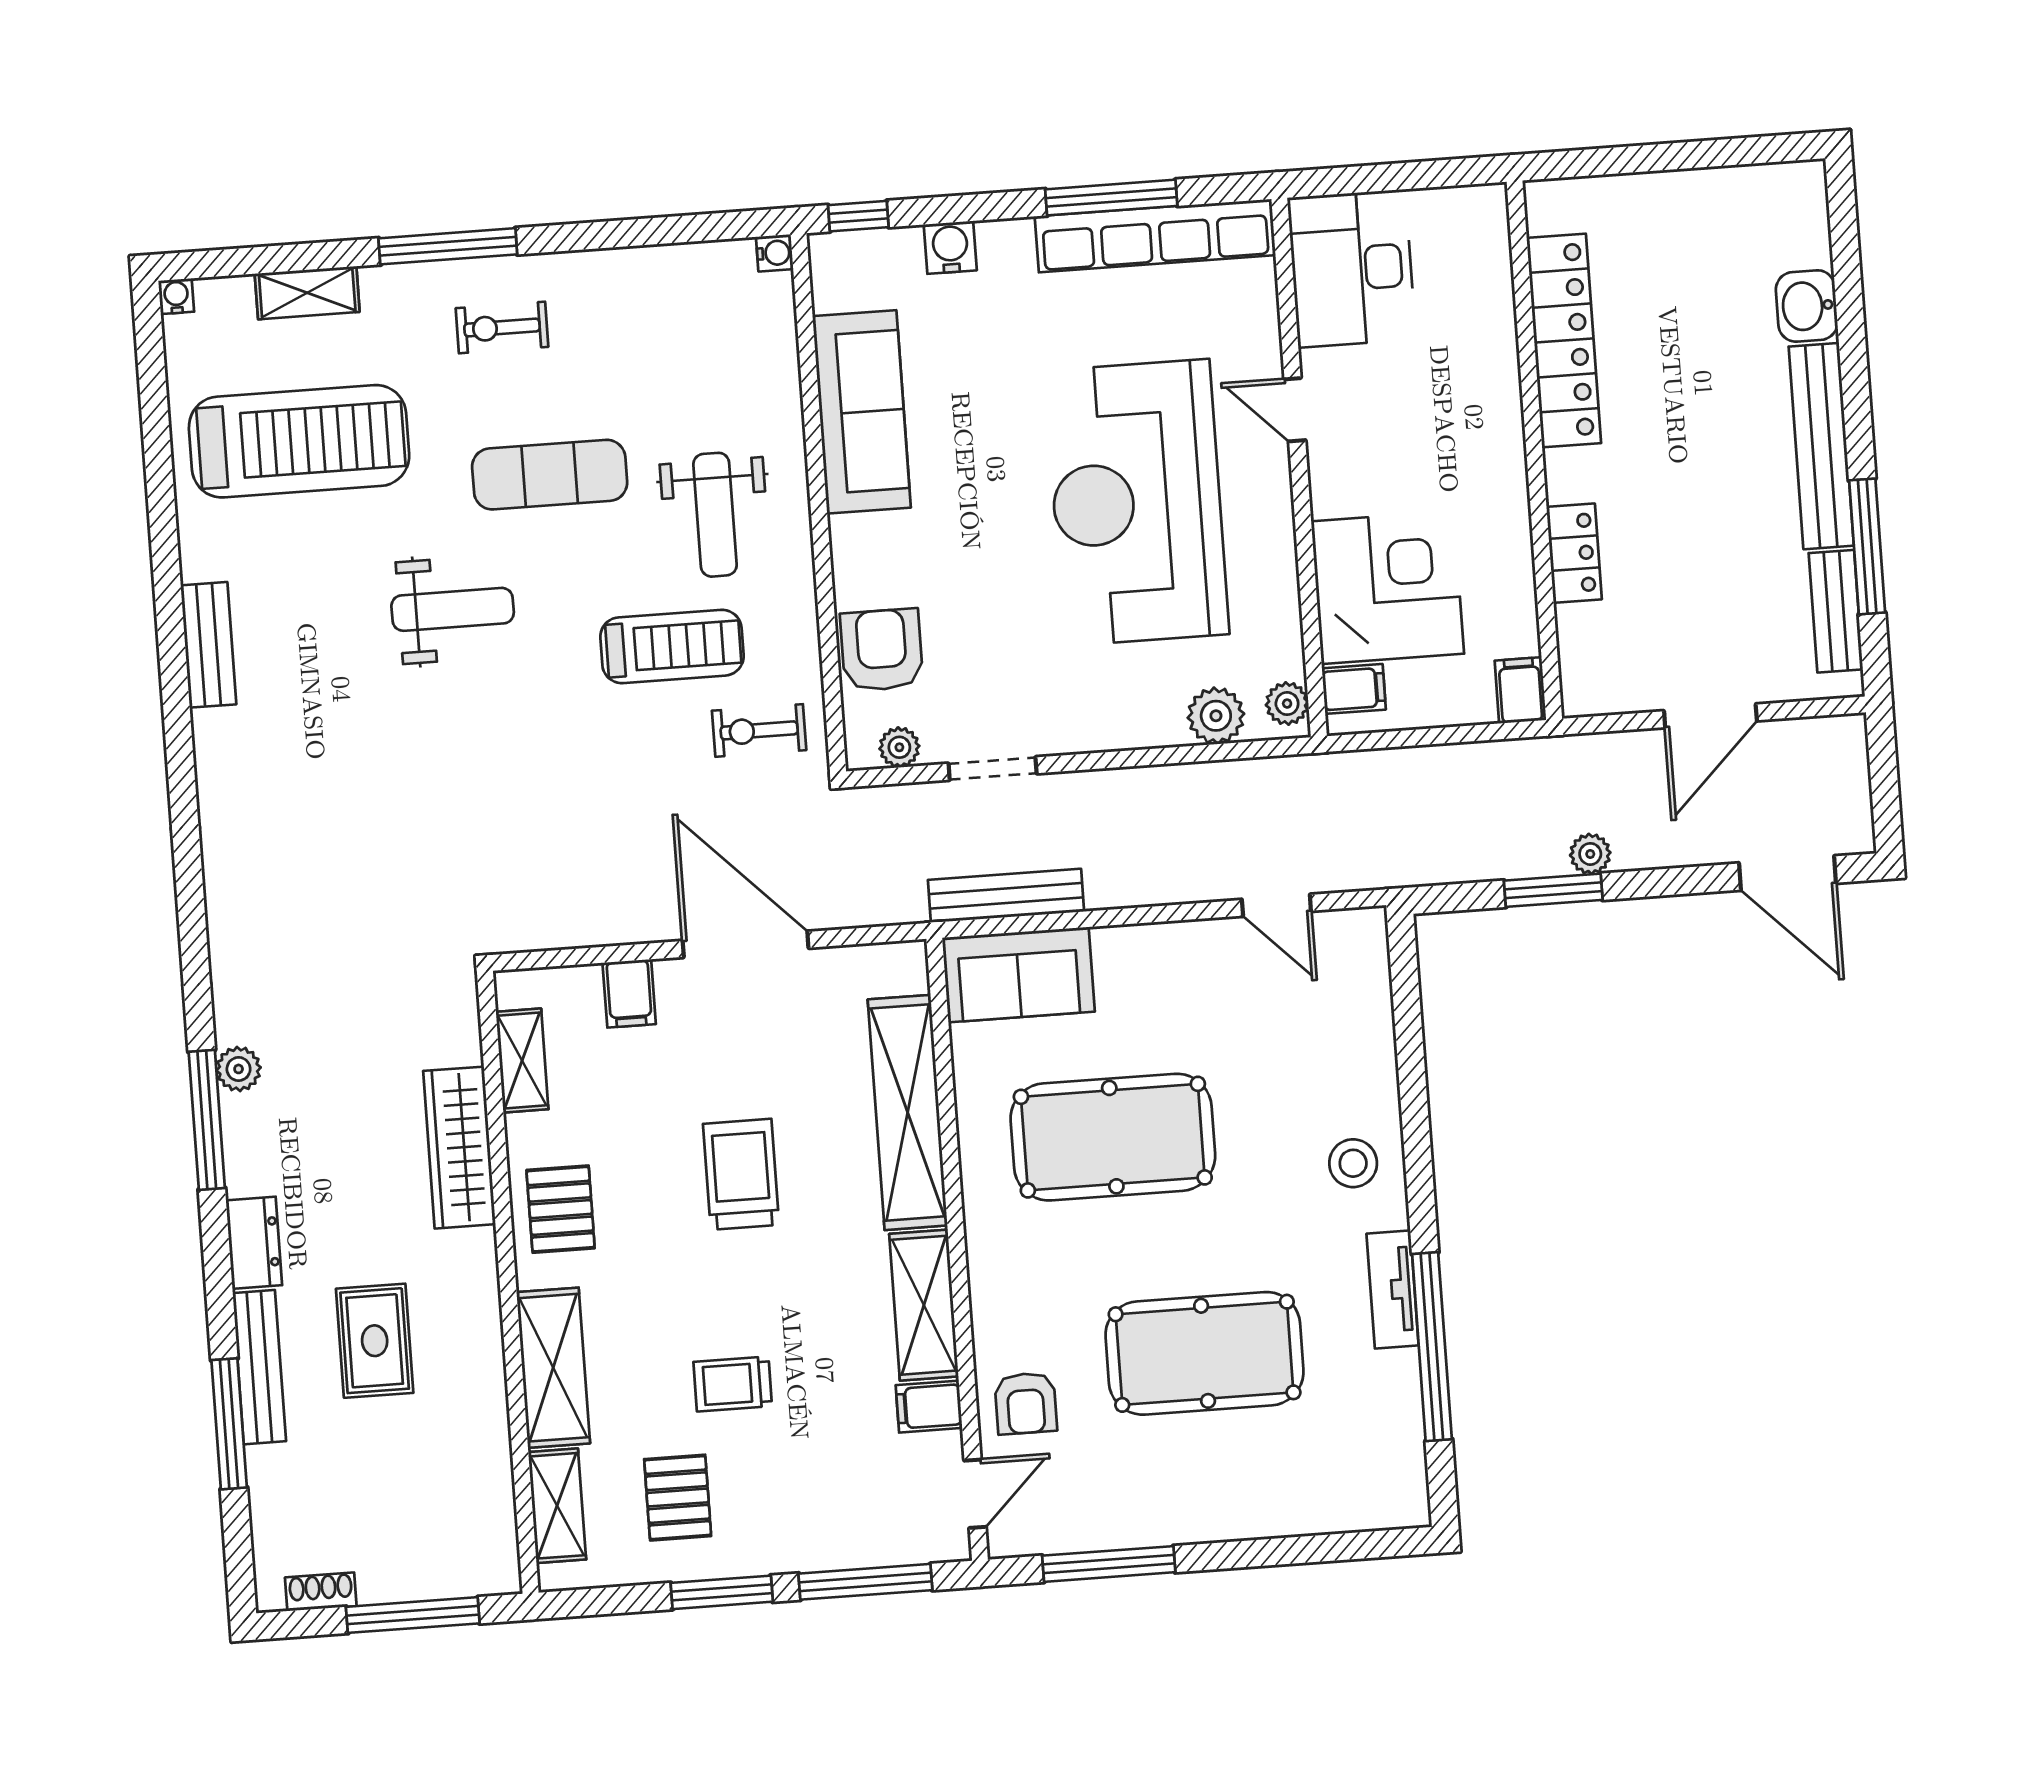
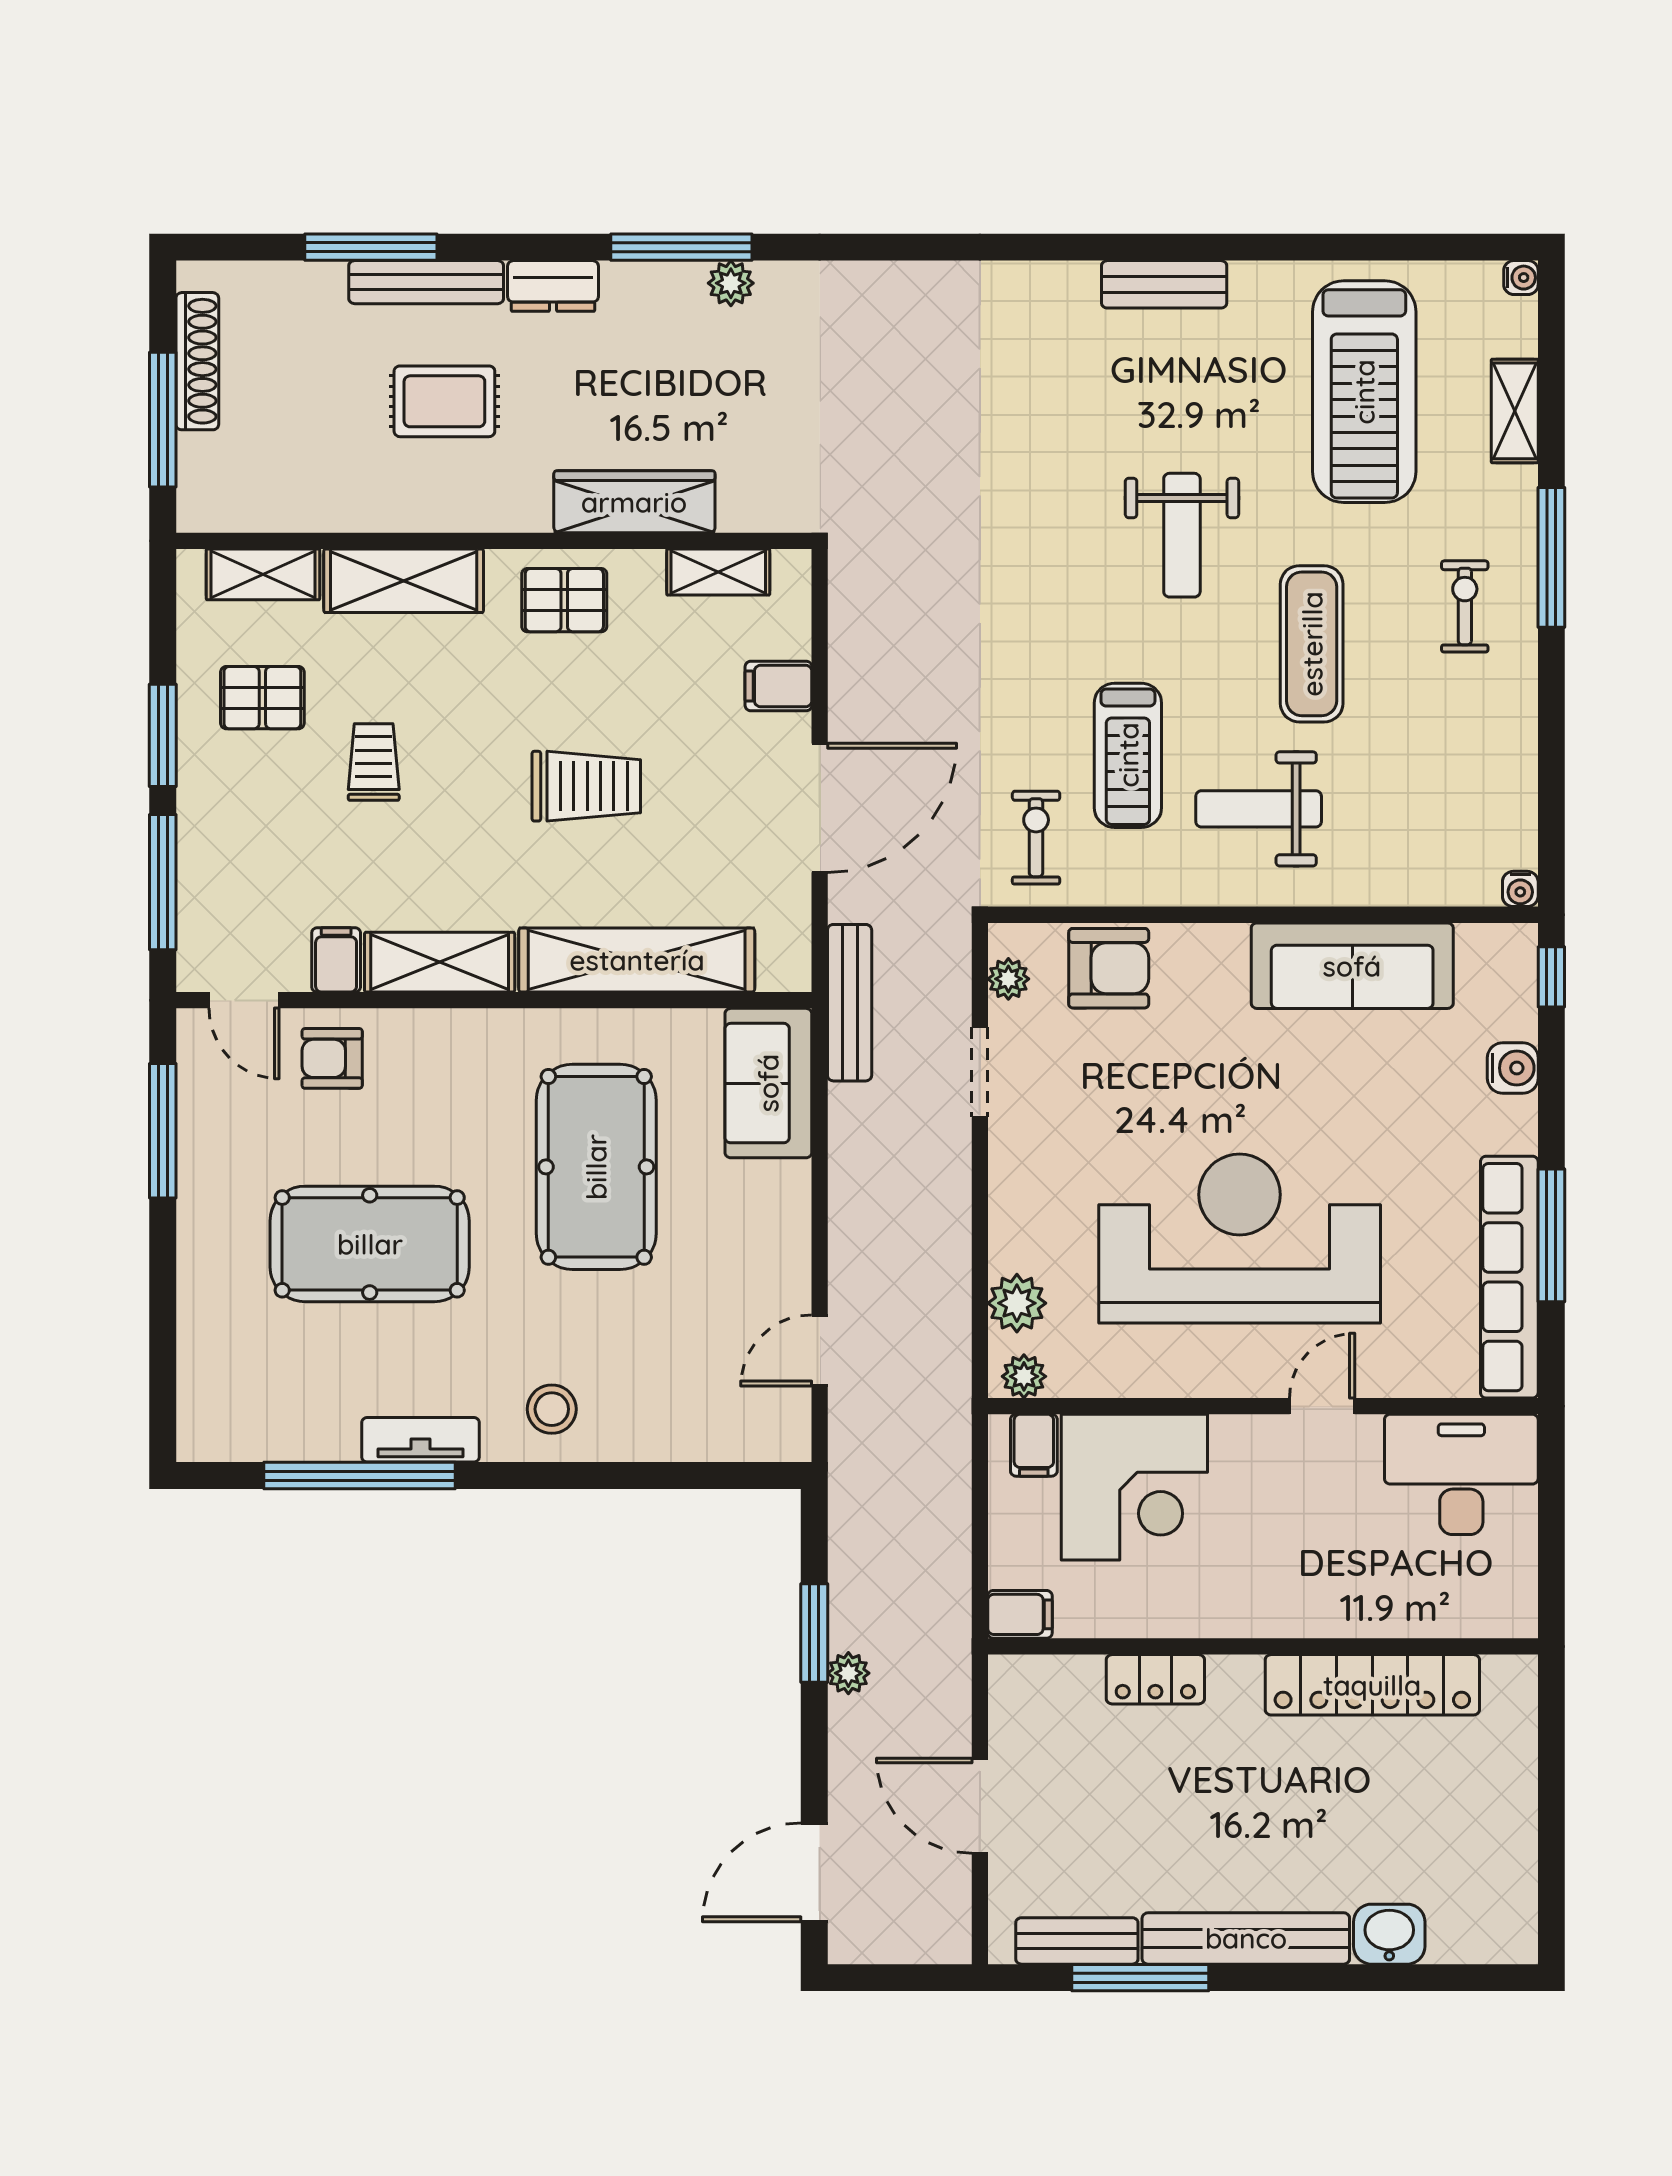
bench: (1006, 896) -> (850, 1003), moved
pool table: (1205, 1353) -> (370, 1244), turned 90
shoe rack: (321, 1592) -> (197, 361), width x1.94, depth x1.24

